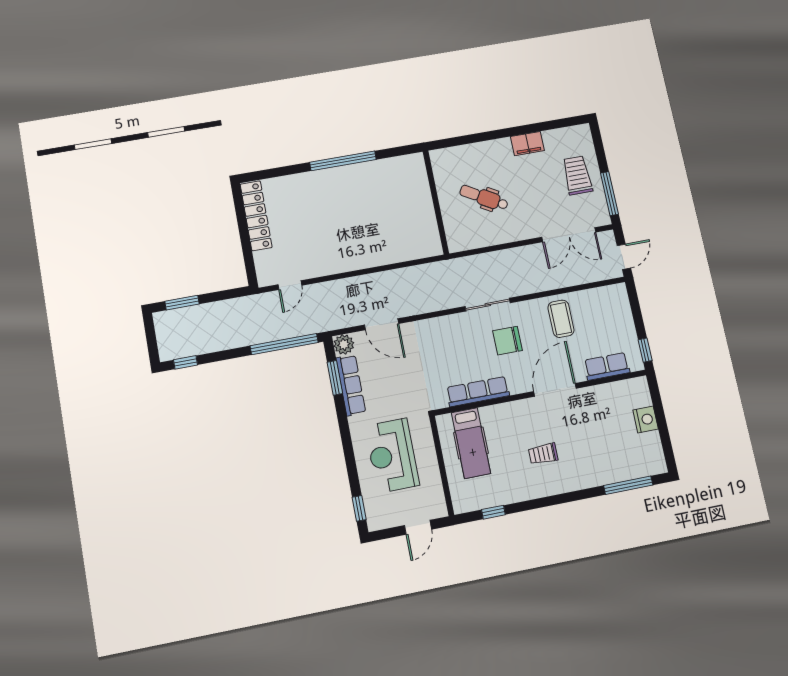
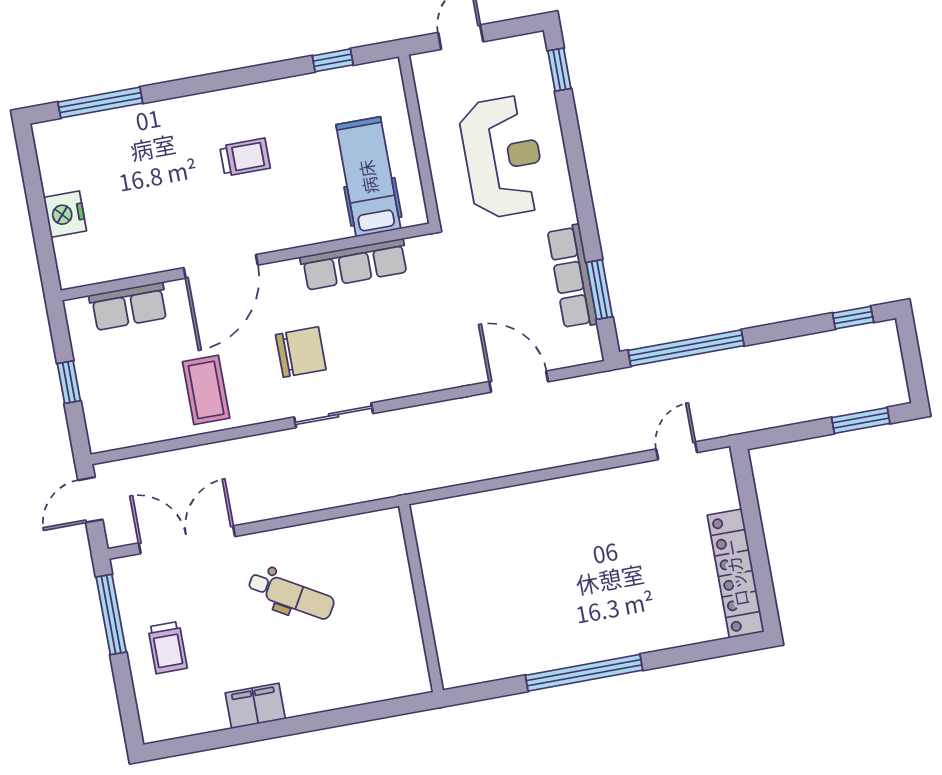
trolley: (577, 175) -> (168, 648), width x0.73, depth x0.72
dental chair: (484, 197) -> (291, 595), moved
plant: (344, 344) -> (584, 347), removed
window: (645, 350) -> (69, 382), moved

